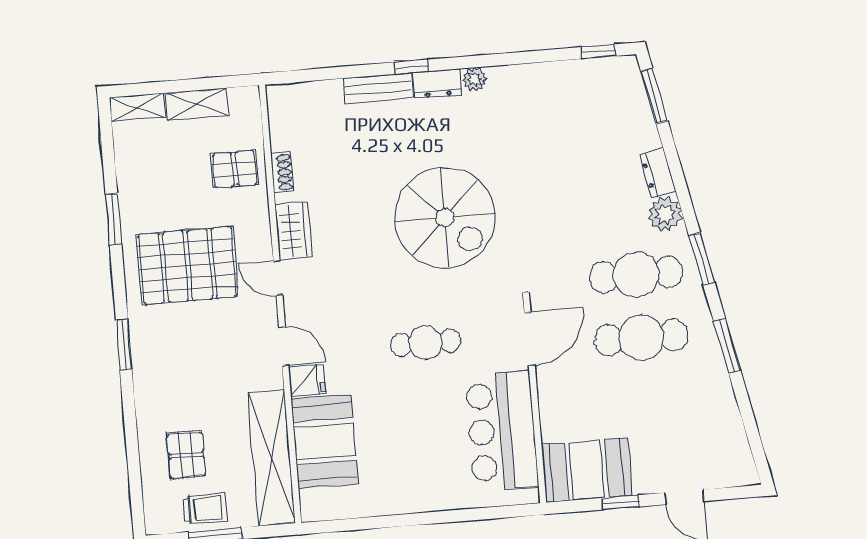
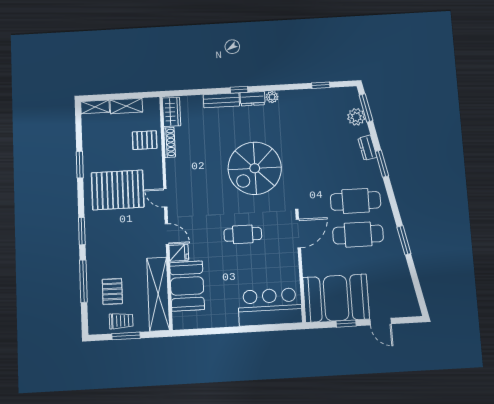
window: (598, 51) -> (321, 85), moved
shoe rack: (282, 172) -> (169, 142), width x1.43
plant: (665, 214) -> (356, 117), moved
spiral stairs: (445, 218) -> (255, 168), turned 90
wardrobe: (293, 231) -> (172, 112), moved
window: (702, 259) -> (382, 164), moved
bar counter: (502, 431) -> (270, 307), moved, turned 90
window: (132, 438) -> (83, 281), added
booth: (587, 470) -> (336, 298), width x1.36, depth x1.42

